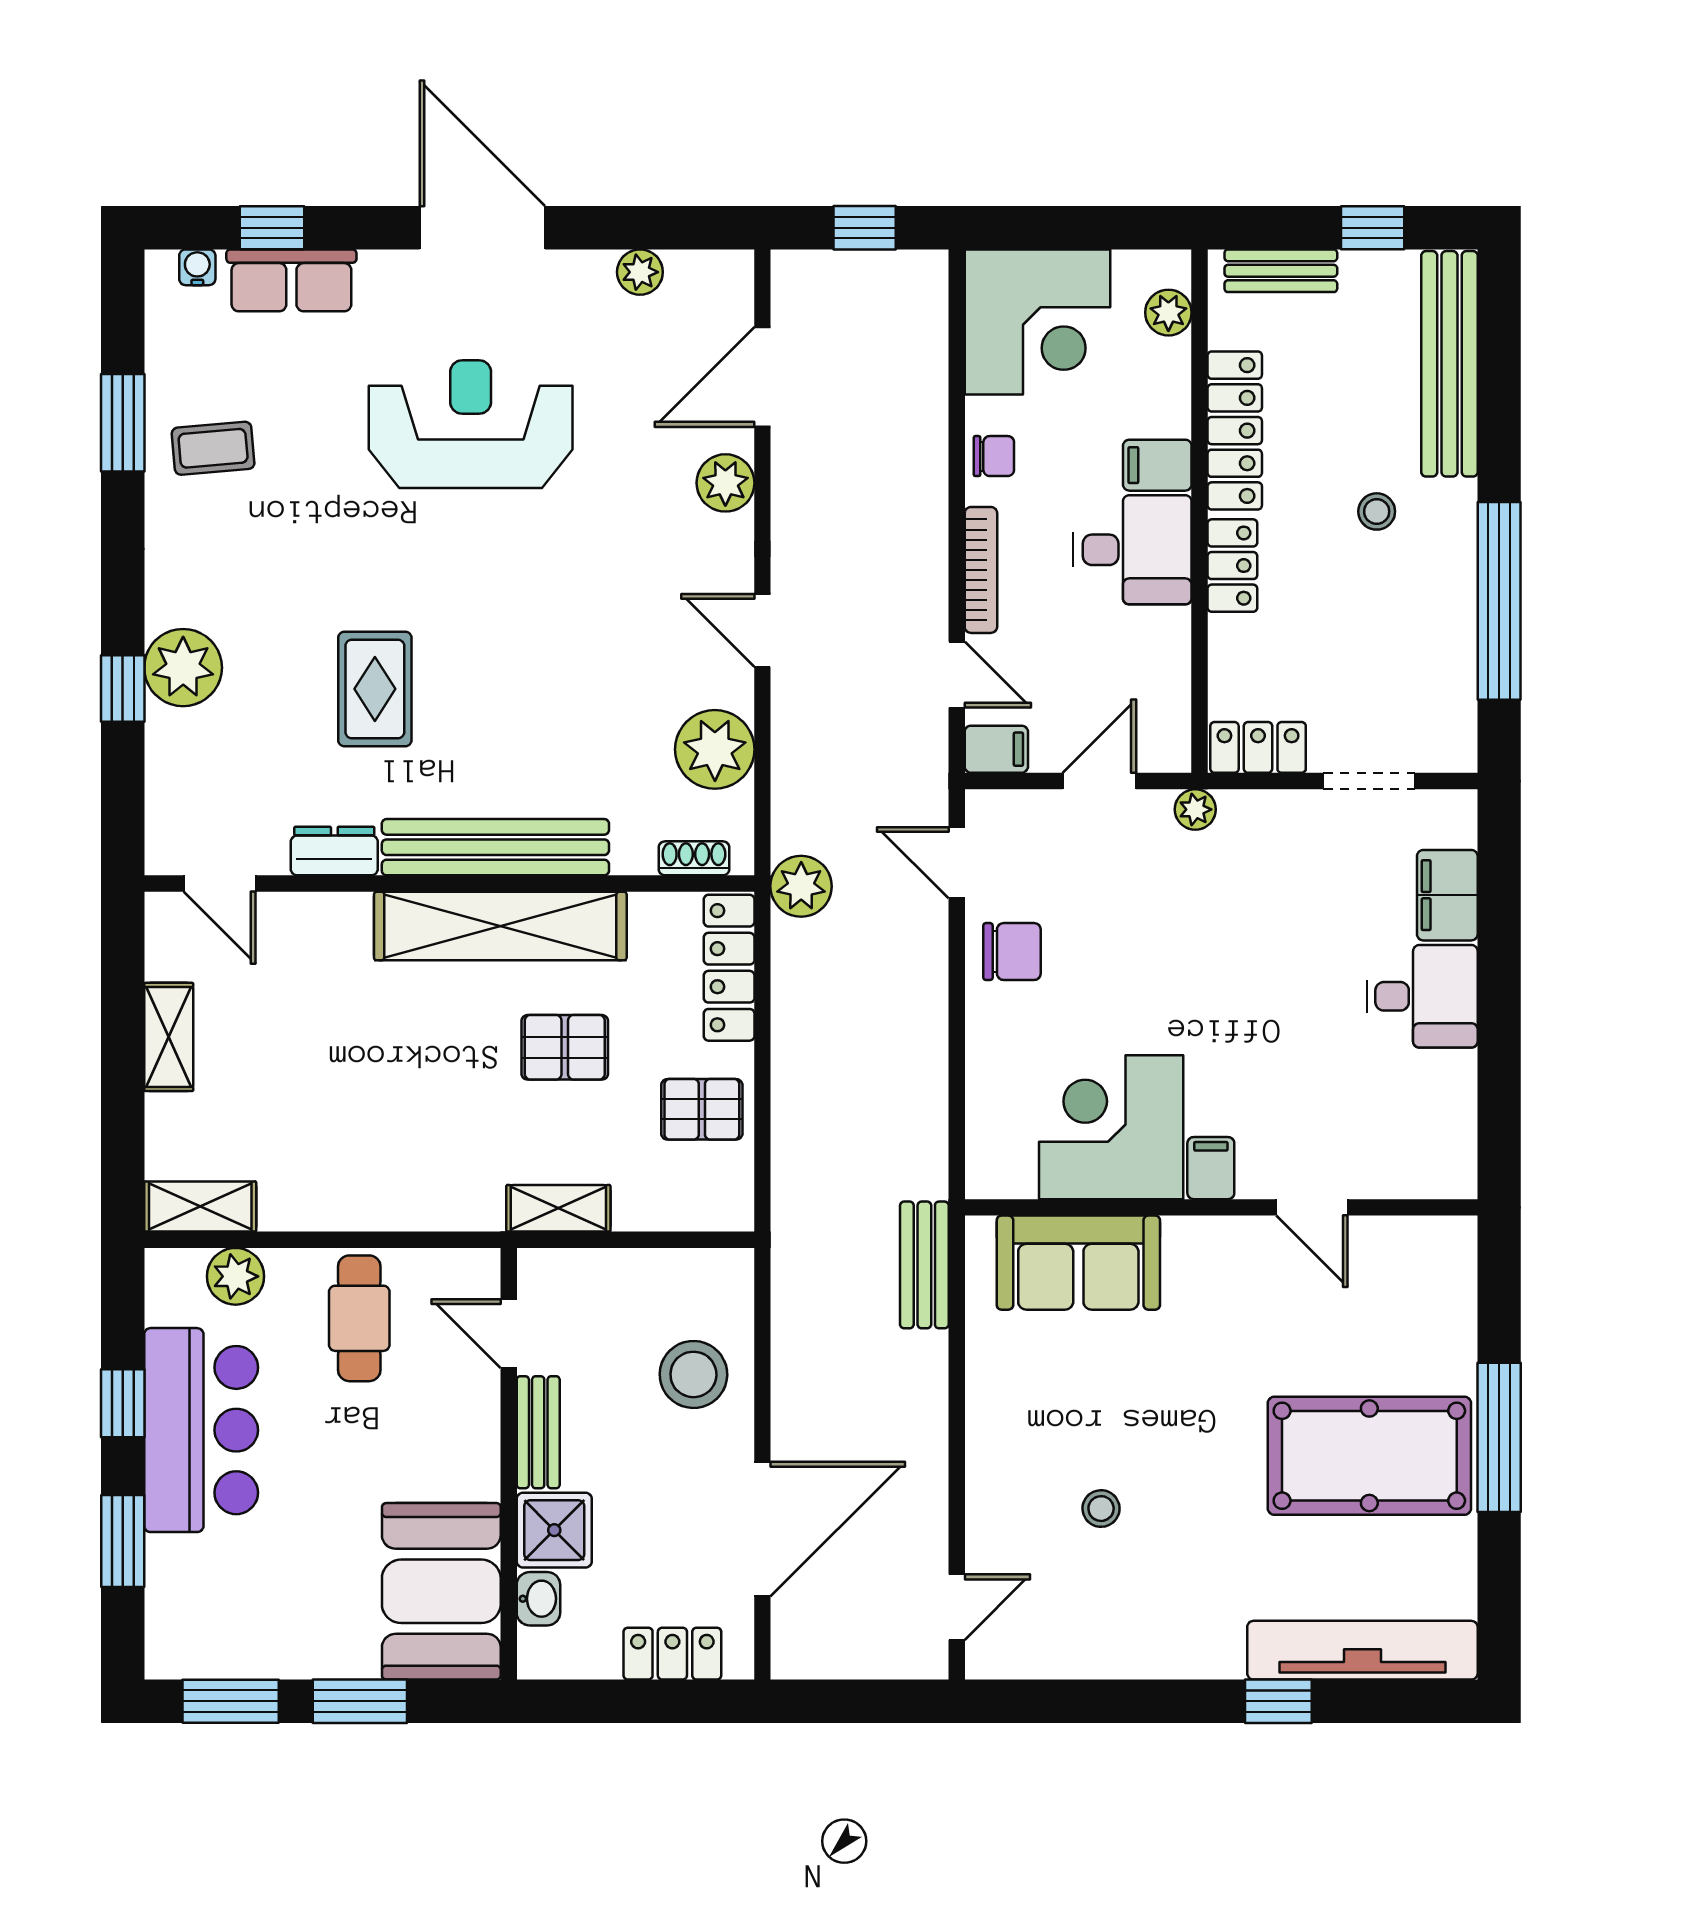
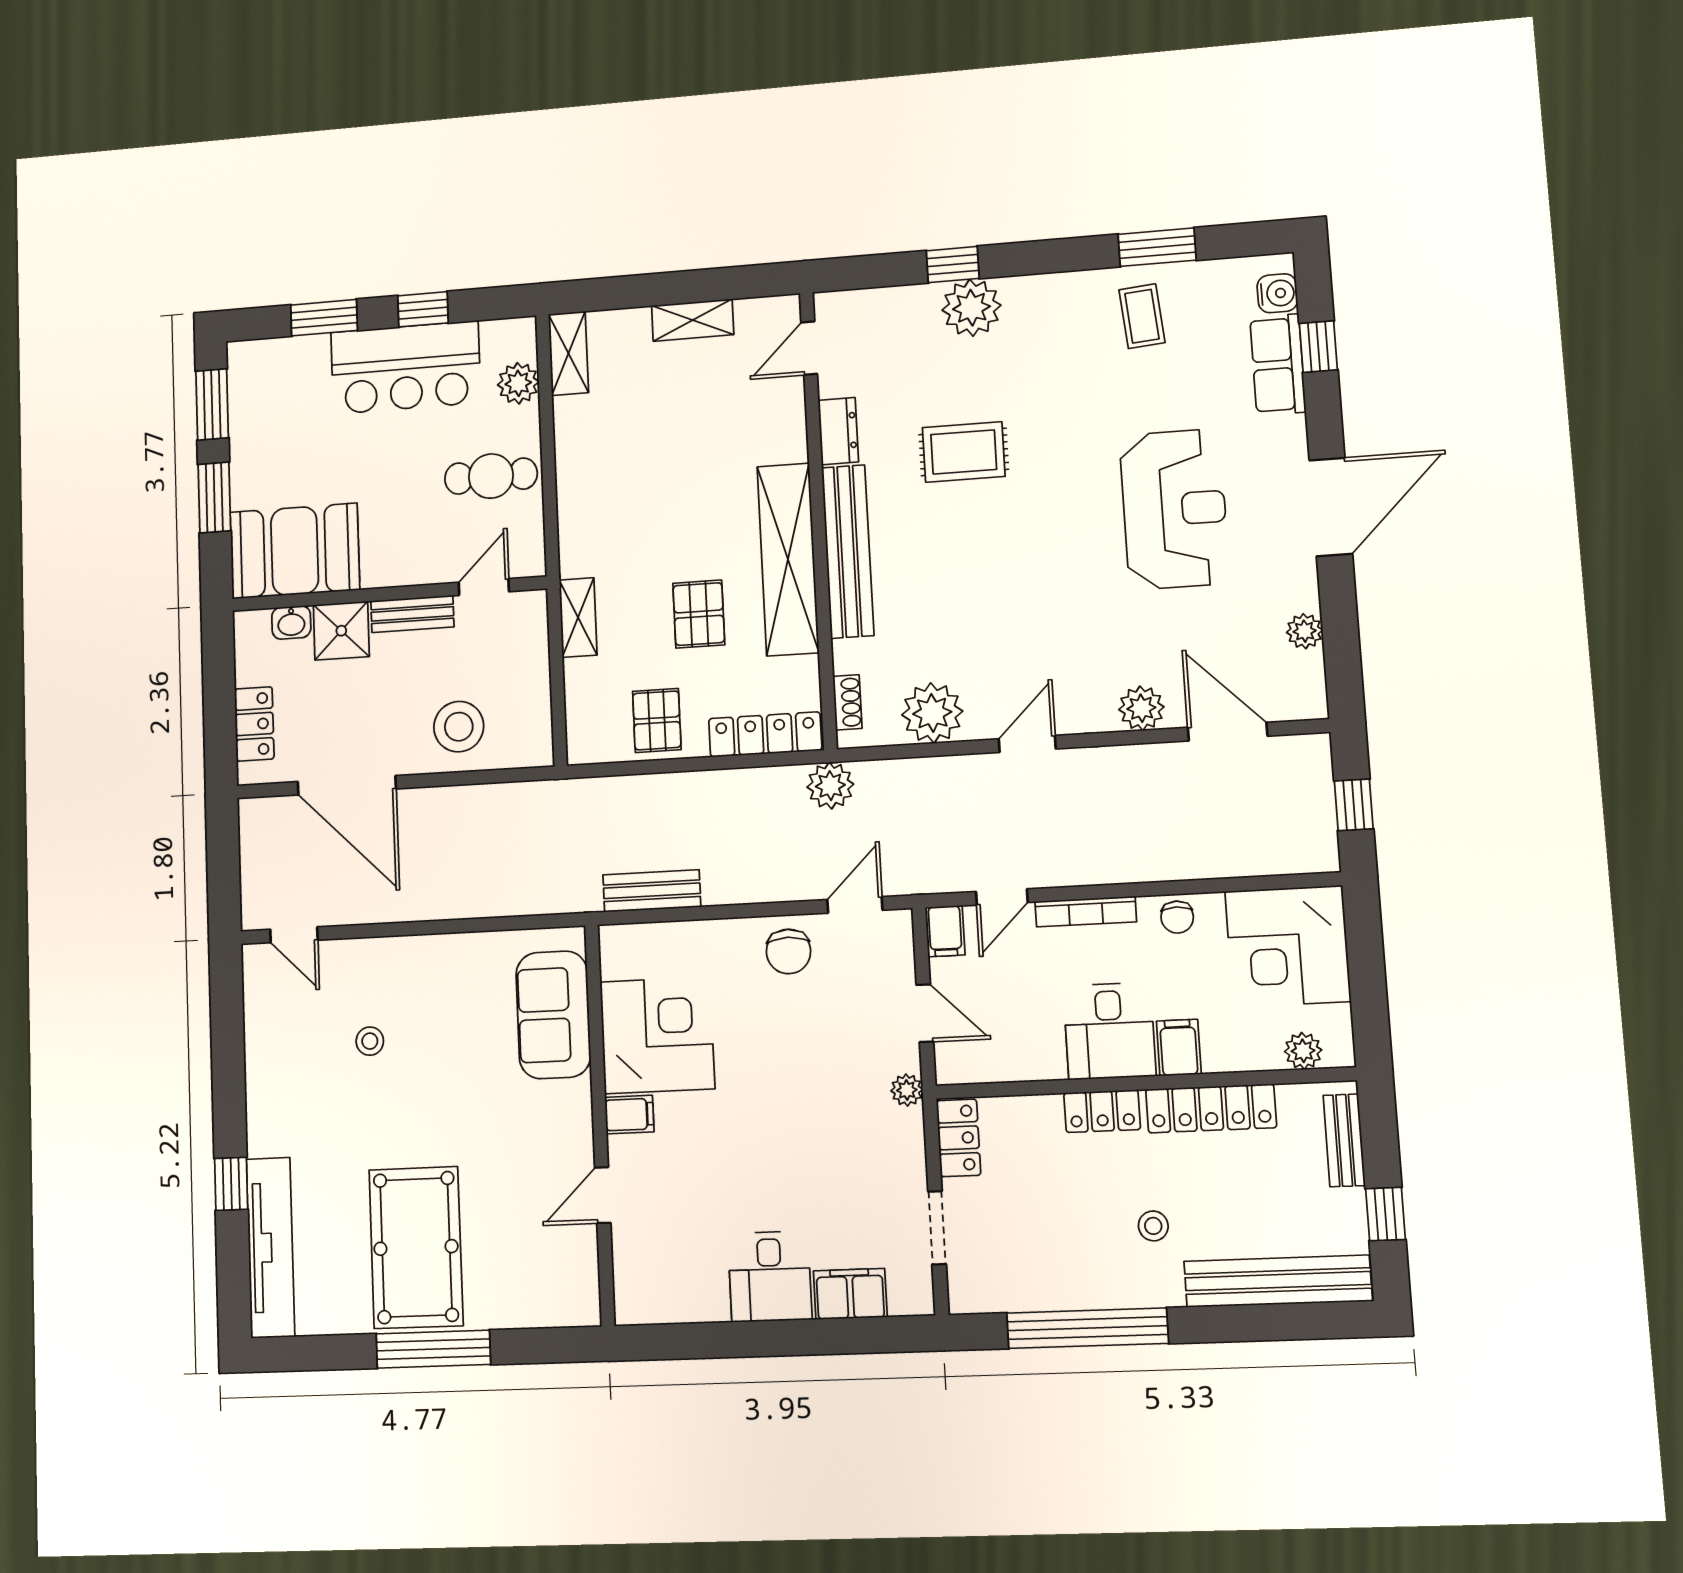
water cooler: (197, 267) -> (1277, 293), width x1.38, depth x1.38
bench: (924, 1265) -> (652, 891), moved

